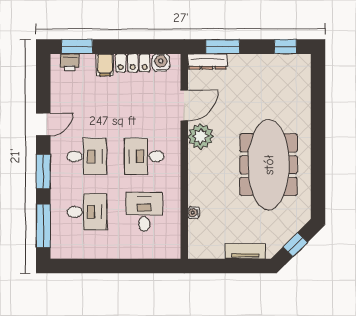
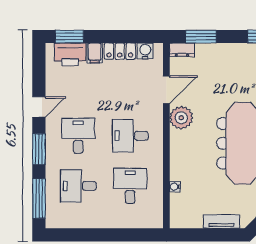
dresser: (207, 61) -> (182, 50), width x0.70
printer: (70, 62) -> (70, 54), width x1.87, depth x1.48
desk: (87, 156) -> (78, 136), turned -90
desk: (87, 212) -> (78, 186), turned 180

